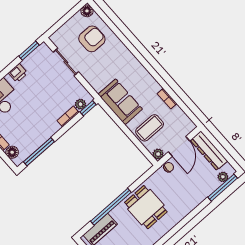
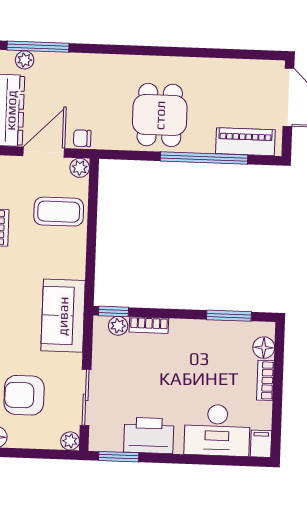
plant: (55, 38) -> (70, 441), added
printer: (18, 73) -> (149, 436), width x1.87, depth x1.48
sofa: (120, 102) -> (63, 316), moved
window: (39, 152) -> (229, 316), width x0.69

